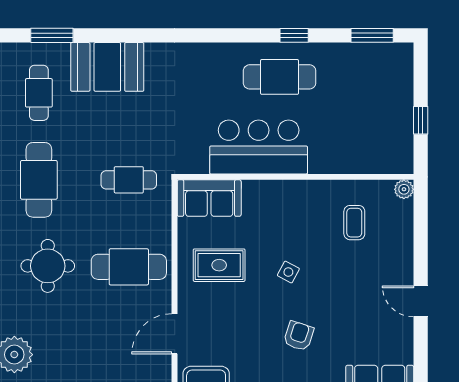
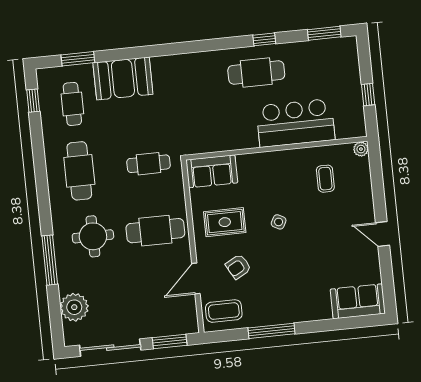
bar counter: (259, 147) -> (295, 123), moved
armchair: (299, 336) -> (238, 267), moved, turned -137

